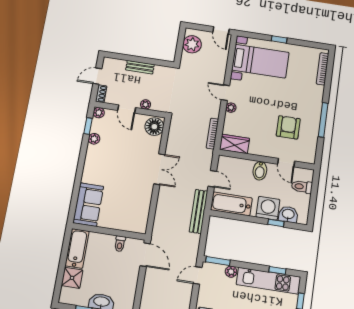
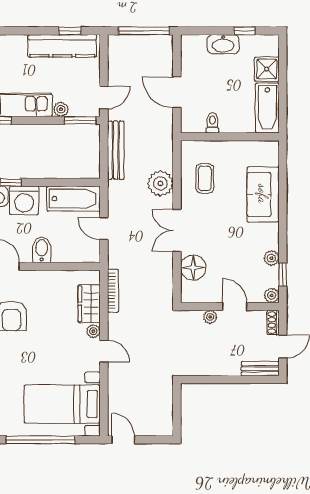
window: (279, 39) -> (40, 440), width x3.17
plant: (192, 44) -> (160, 183), moved
bench: (140, 67) -> (260, 369), moved
floor lamp: (154, 127) -> (193, 268), moved
wardrobe: (235, 144) -> (89, 304), moved, turned 90
coffee table: (133, 204) -> (205, 178), added
sofa: (88, 205) -> (263, 194), moved
bench: (198, 211) -> (116, 150), moved
door: (145, 255) -> (177, 92), moved

